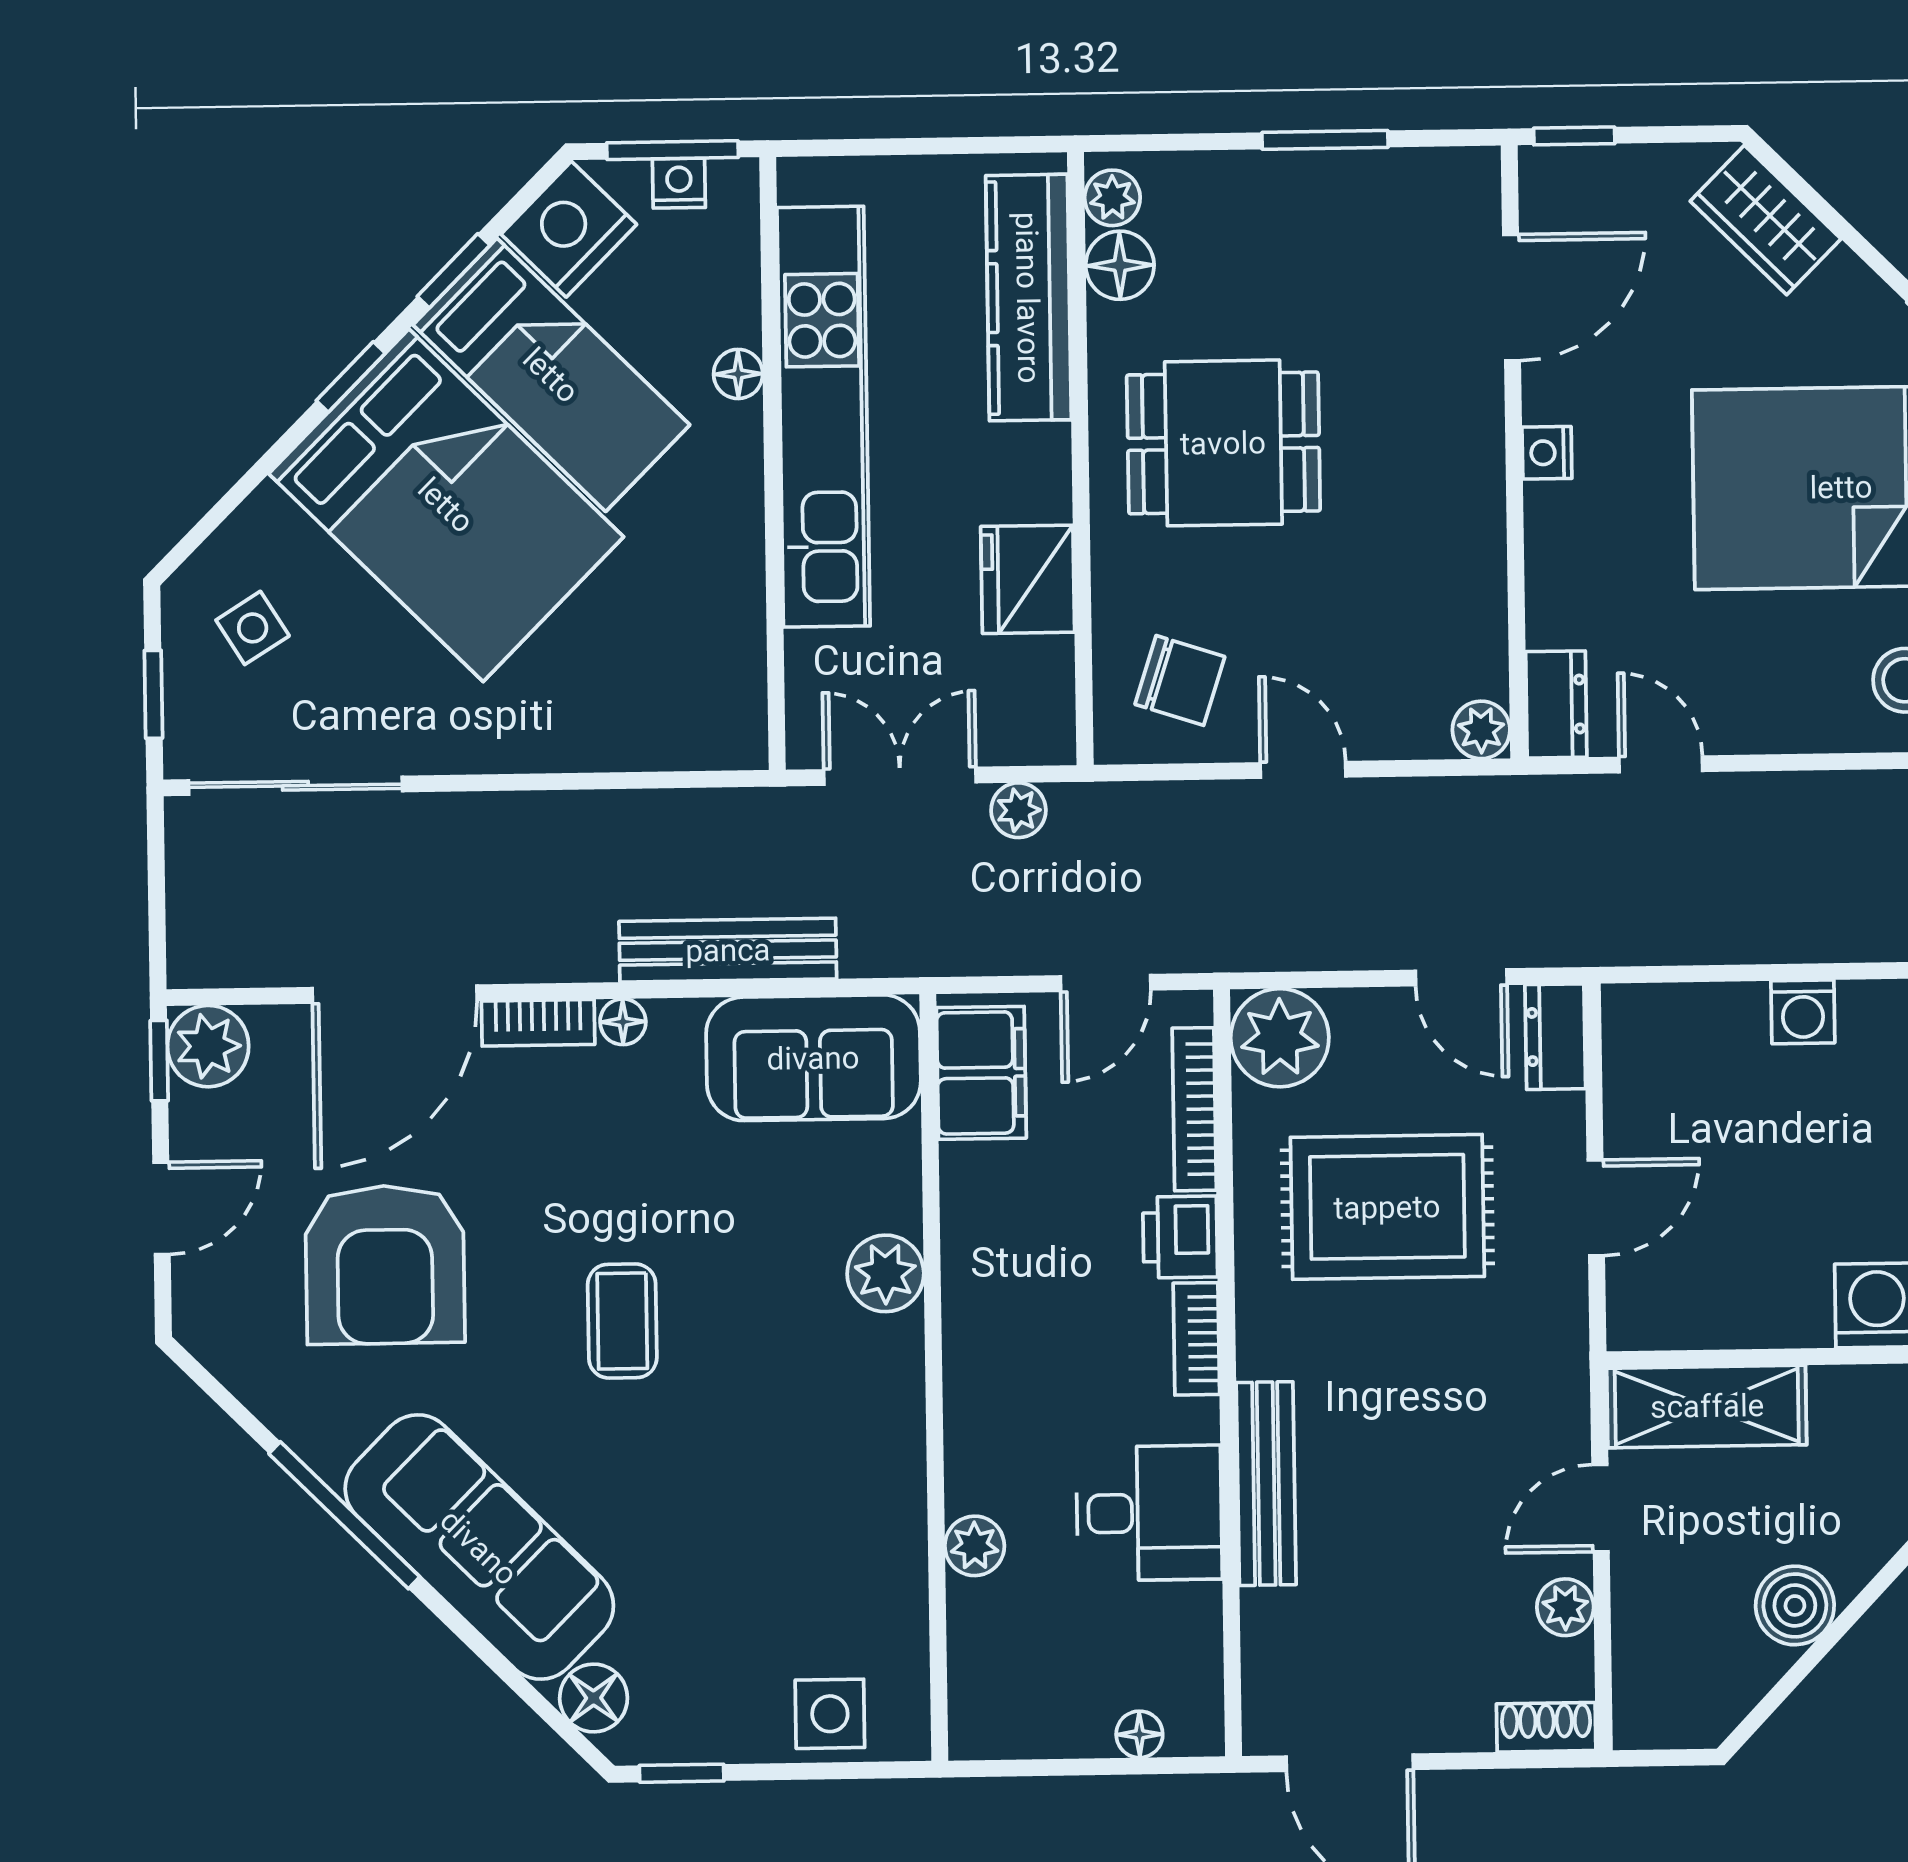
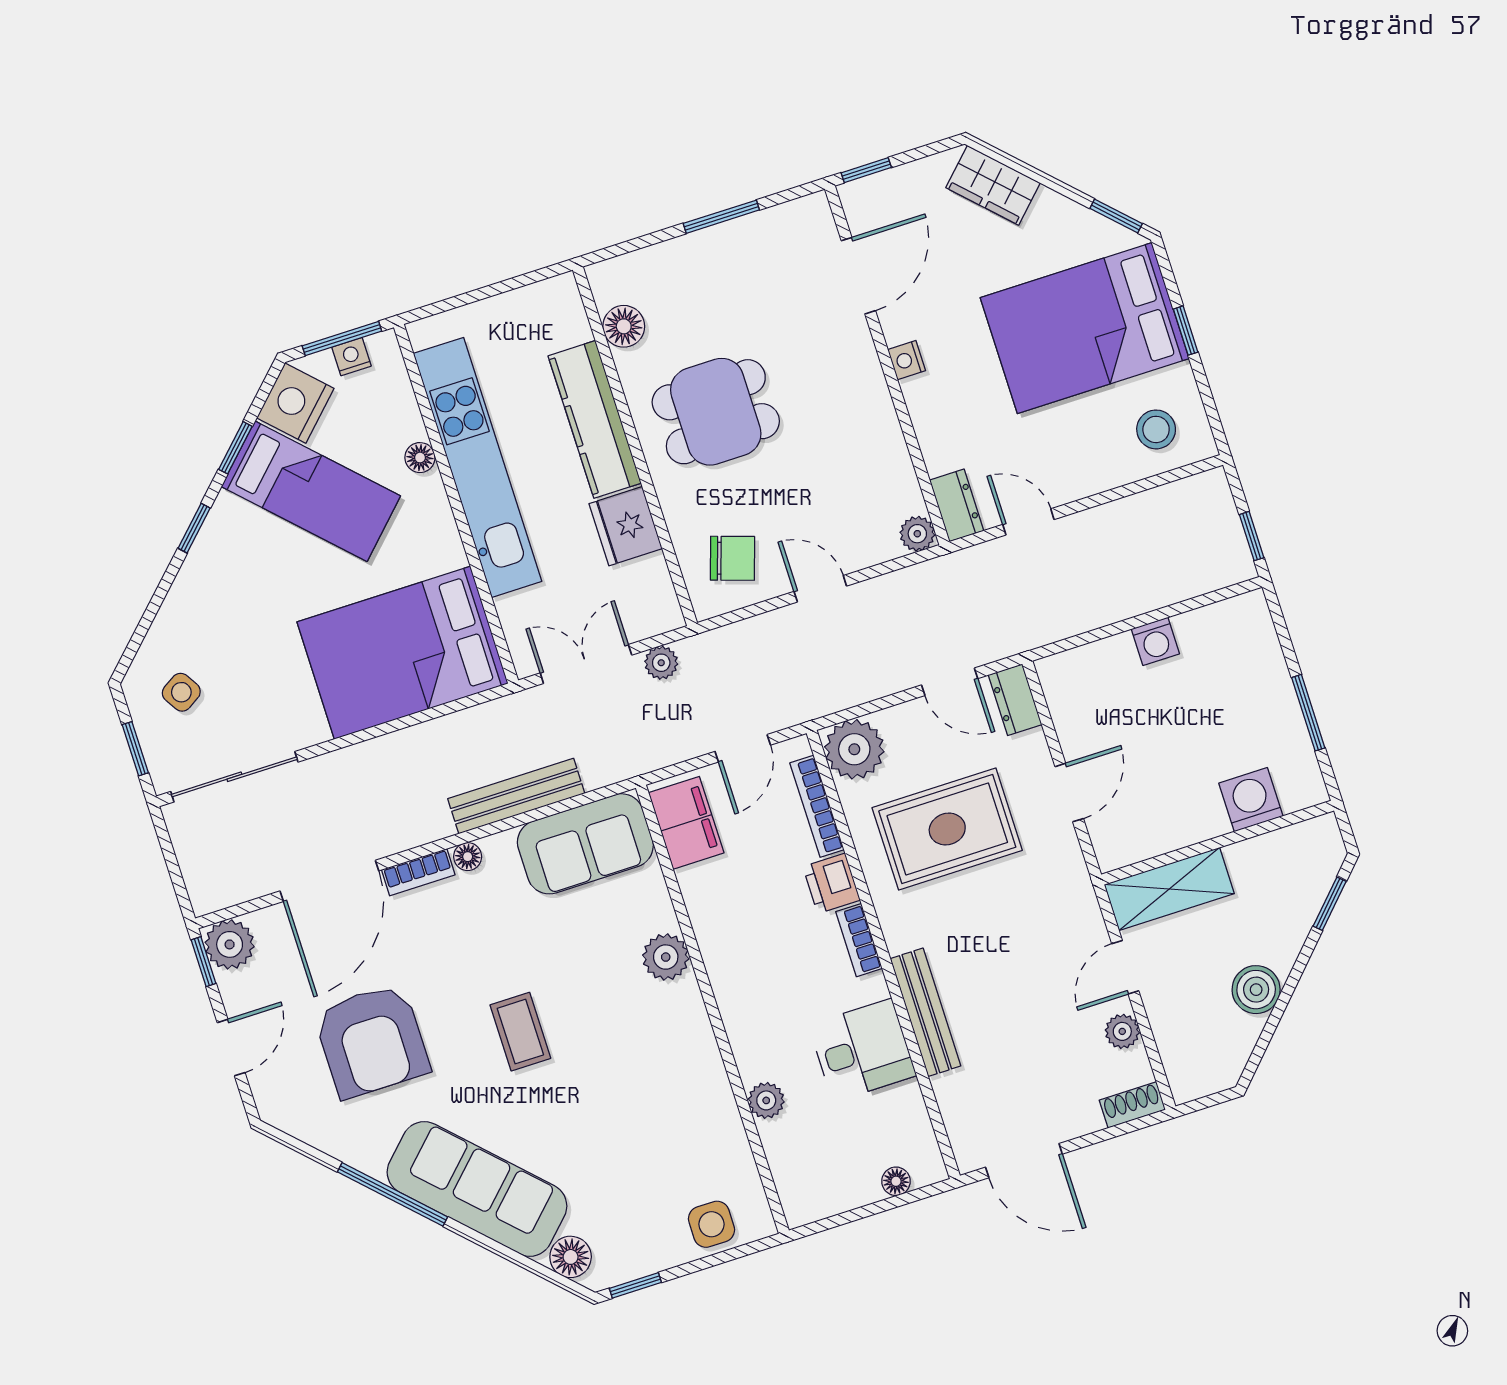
plant: (1112, 198) -> (607, 288), removed
kitchen counter: (1028, 298) -> (595, 419), moved
bed: (446, 505) -> (403, 653), moved, turned 135

